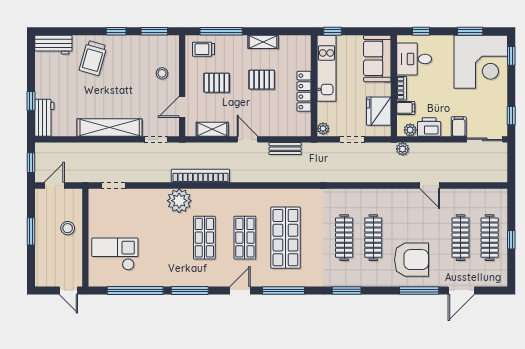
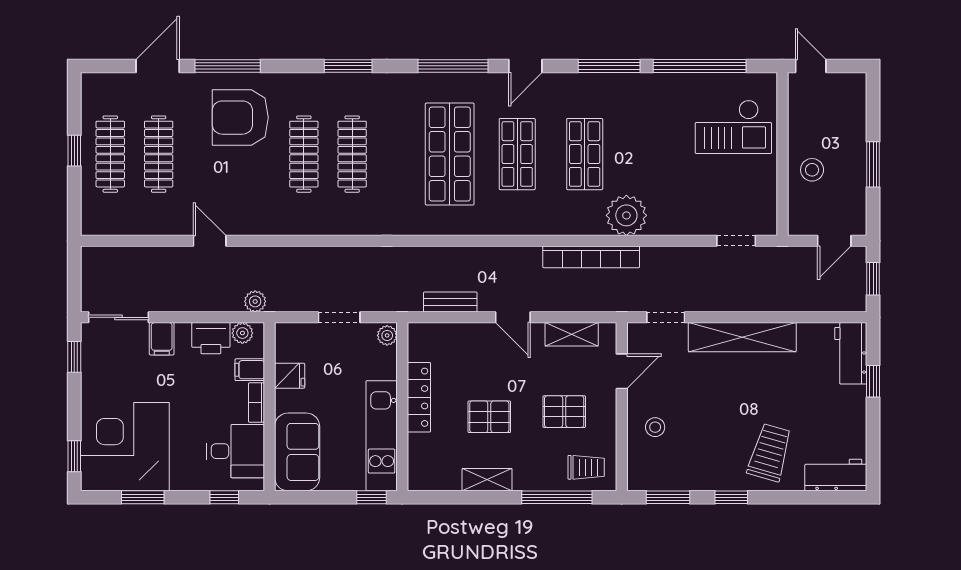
fridge: (379, 111) -> (290, 376), width x0.53, depth x0.75

